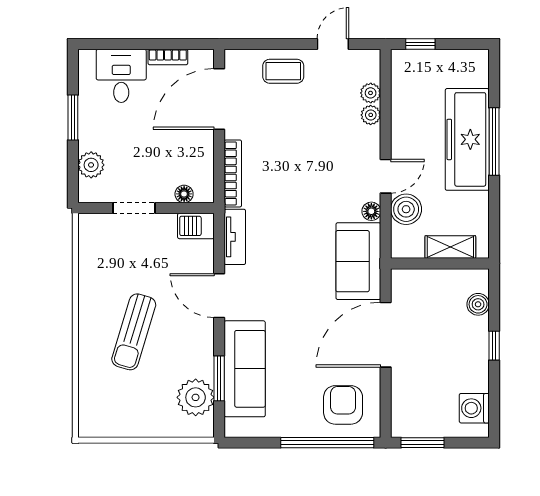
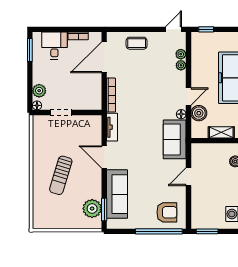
door: (333, 44) -> (173, 29), moved
window: (73, 117) -> (30, 50), moved
floor lamp: (184, 194) -> (37, 105), moved
barbecue: (196, 226) -> (92, 122), removed
door: (386, 335) -> (188, 177), width x0.53
window: (219, 378) -> (104, 210), moved
armchair: (343, 405) -> (167, 212), turned 90

